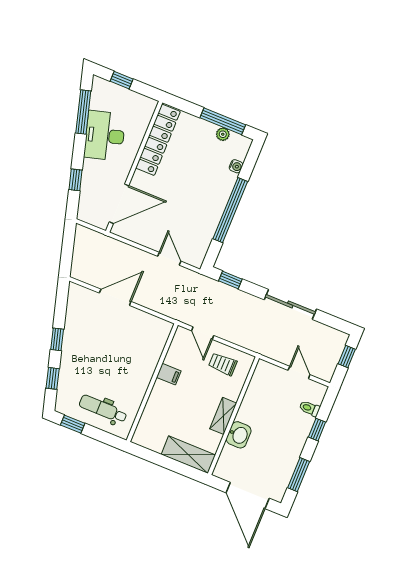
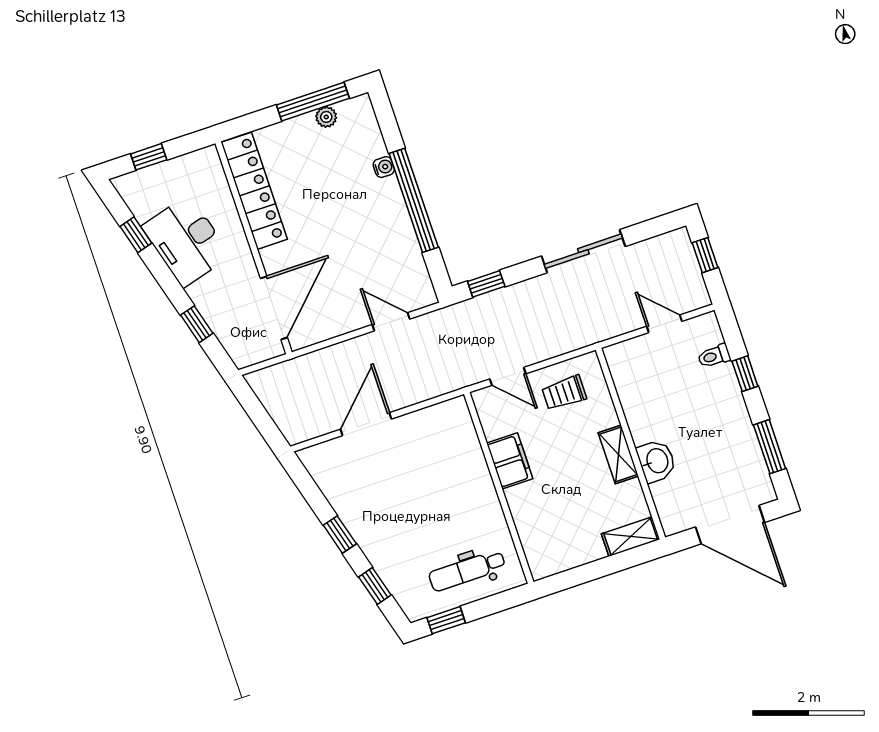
window: (83, 112) -> (136, 235), width x0.46
water cooler: (236, 166) -> (384, 167), moved
filing cabinet: (169, 374) -> (510, 461), width x2.00
shelving: (188, 455) -> (631, 537), width x0.67, depth x0.75

